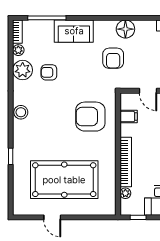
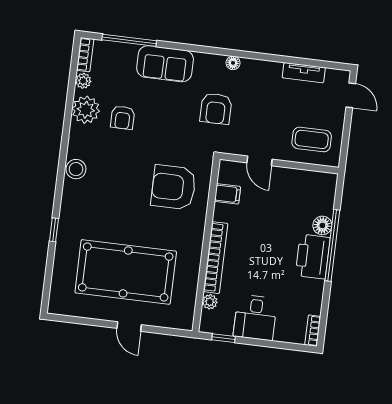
floor lamp: (125, 29) -> (233, 63), width x0.53, depth x0.53
armchair: (49, 72) -> (123, 118), turned -90
door: (52, 217) -> (129, 326), moved

